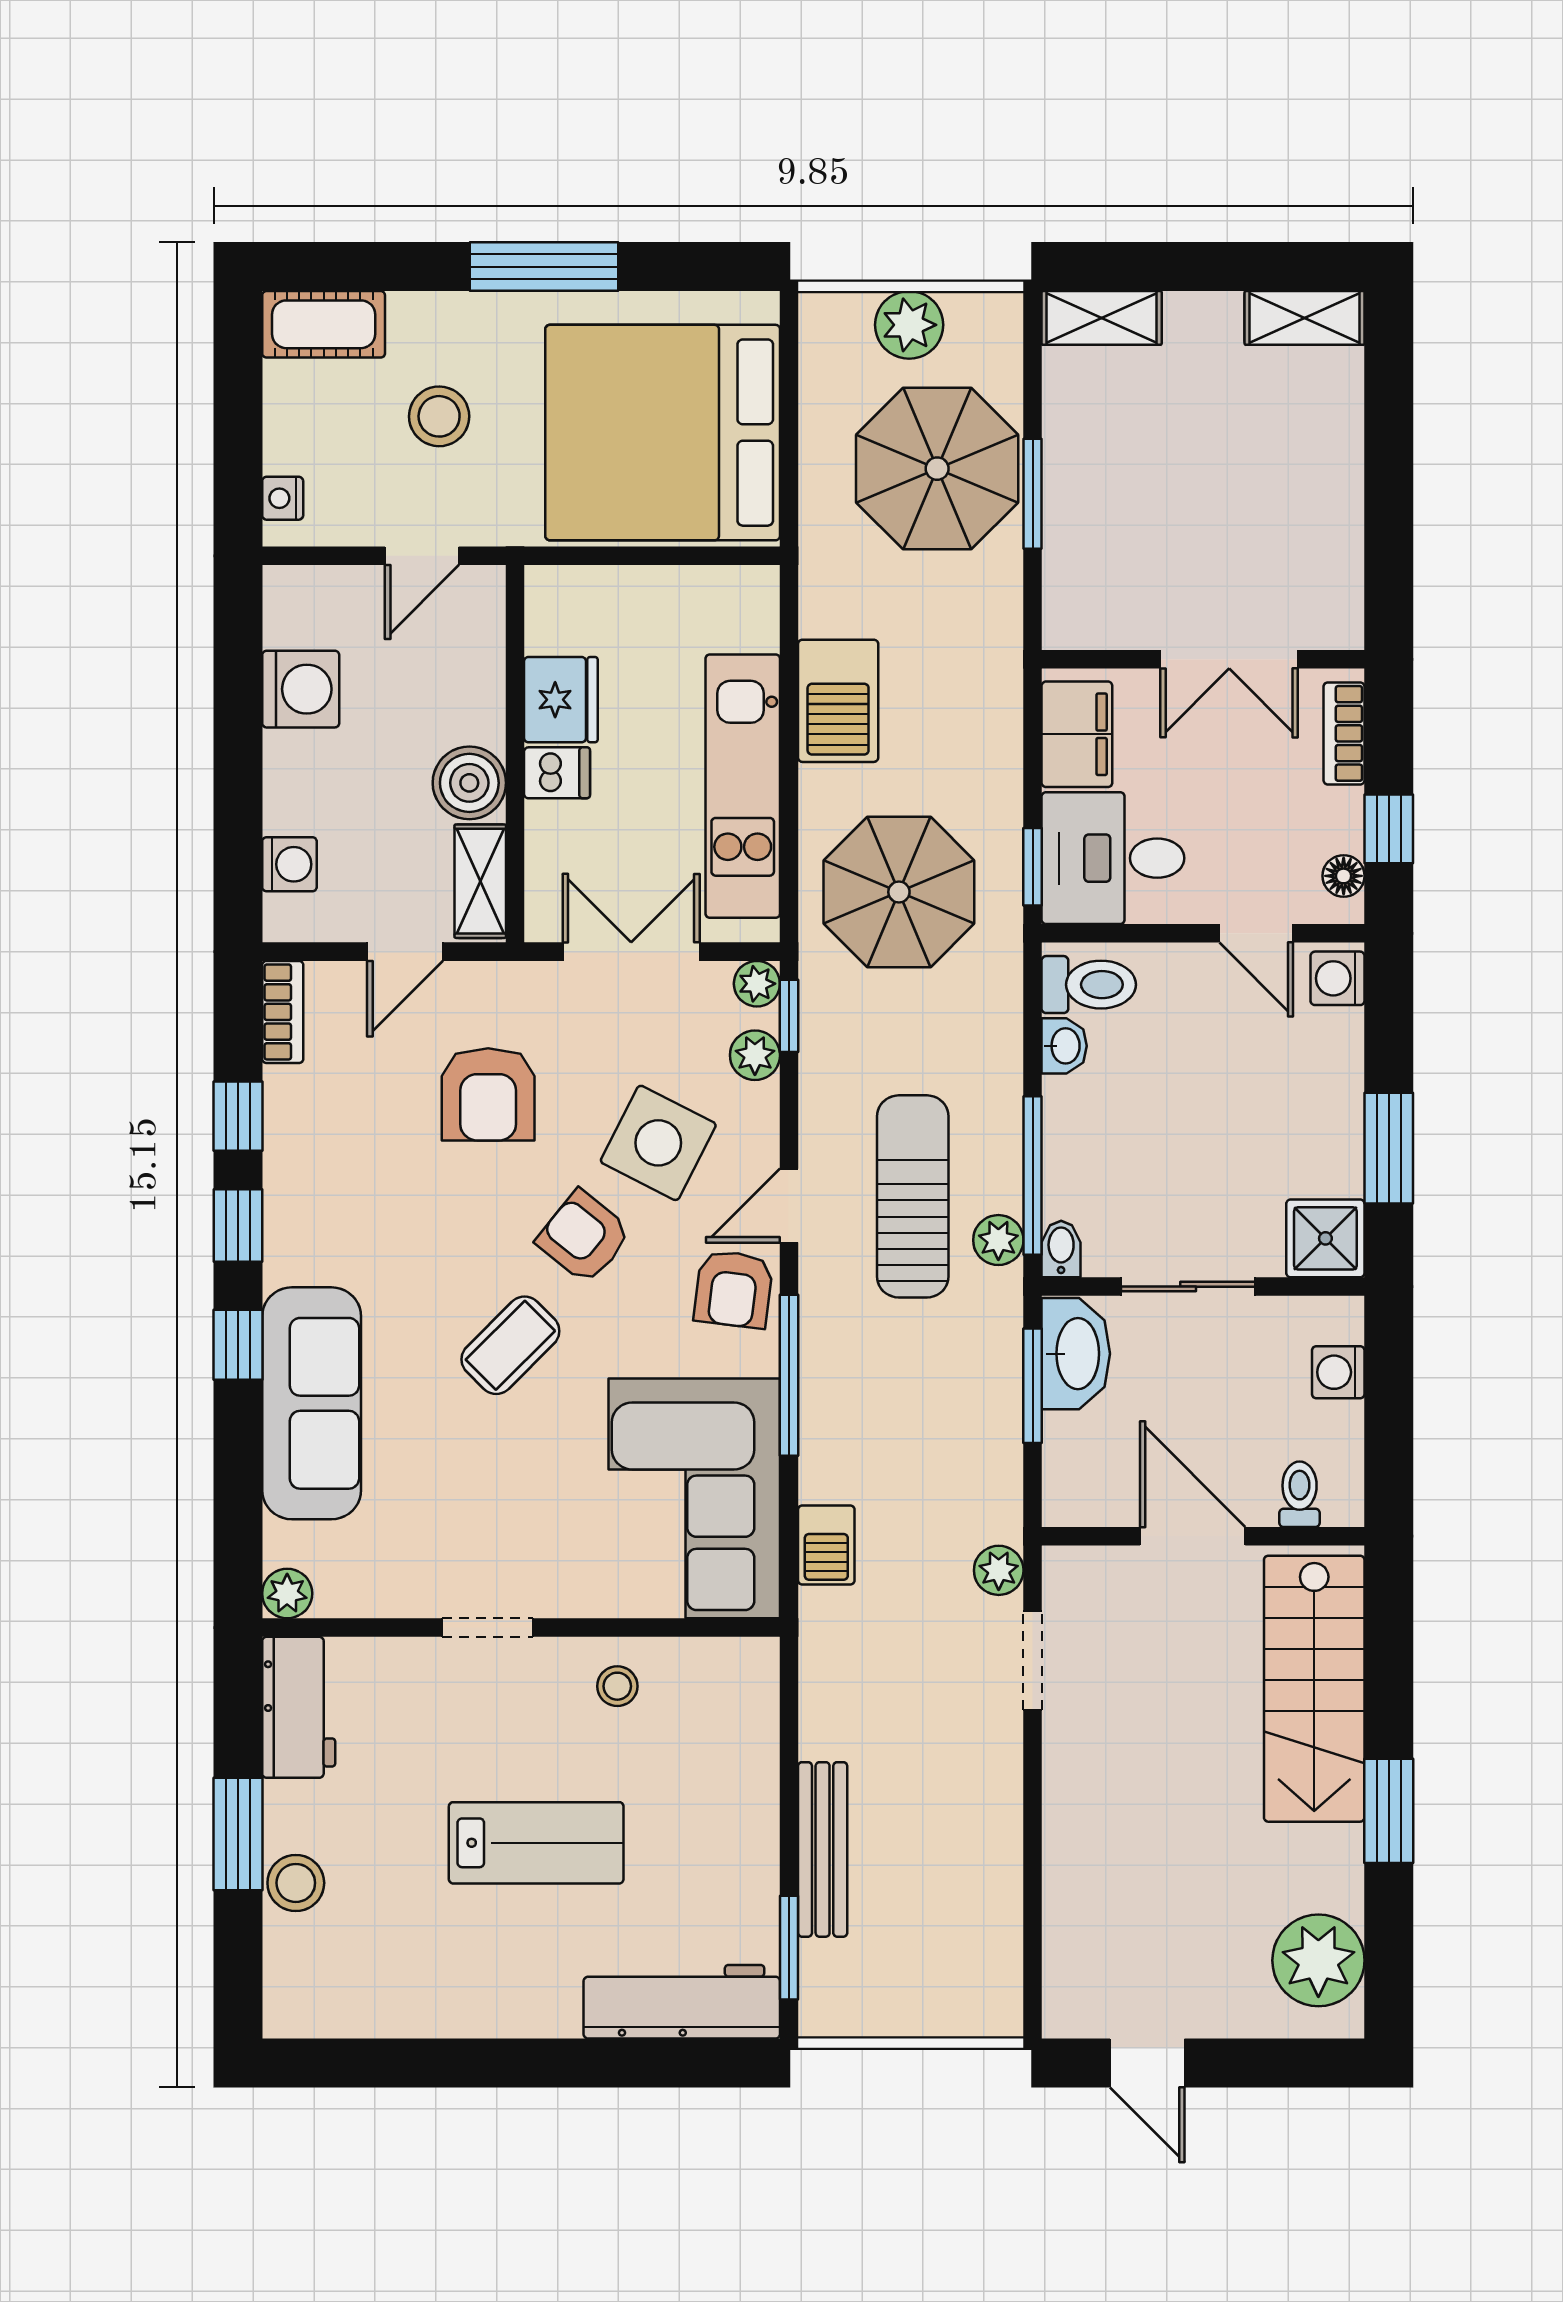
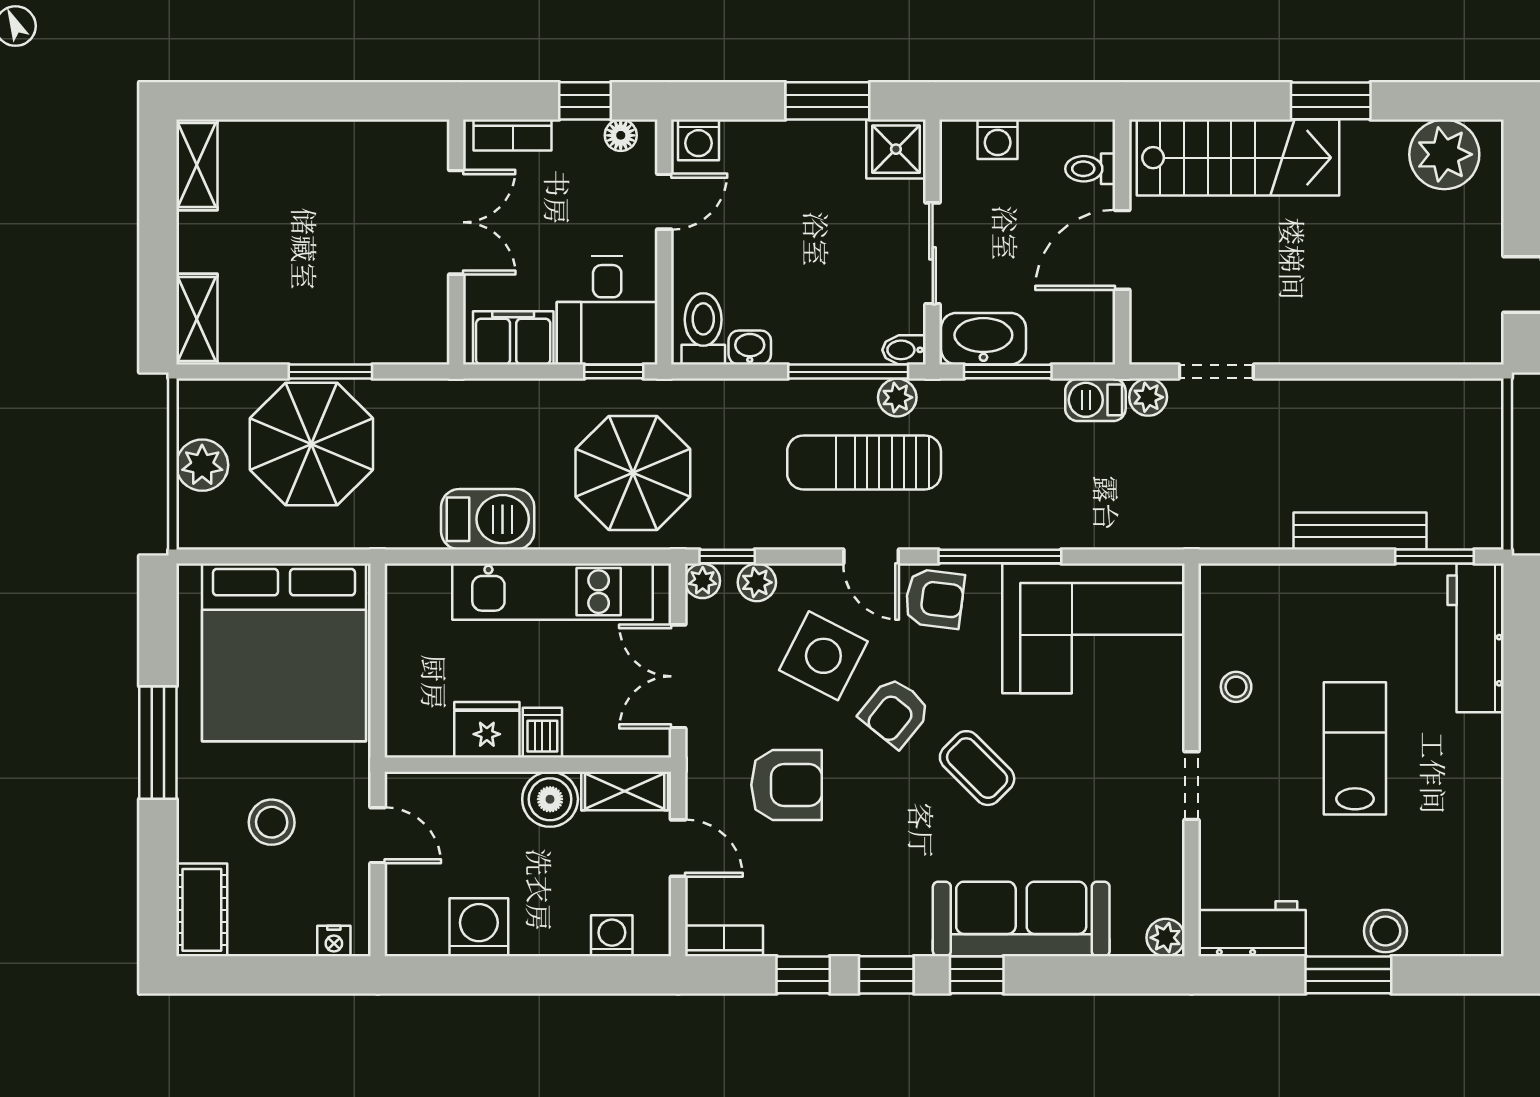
barbecue: (826, 1545) -> (1095, 400), moved, turned 180

